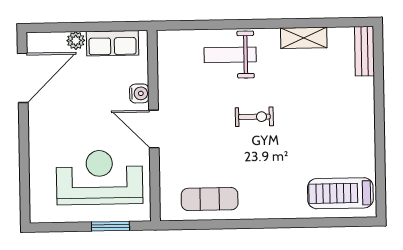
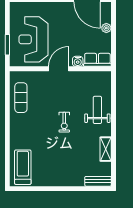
row of seats: (112, 43) -> (97, 60), moved, turned 90
reception desk: (99, 177) -> (33, 39), turned 180

